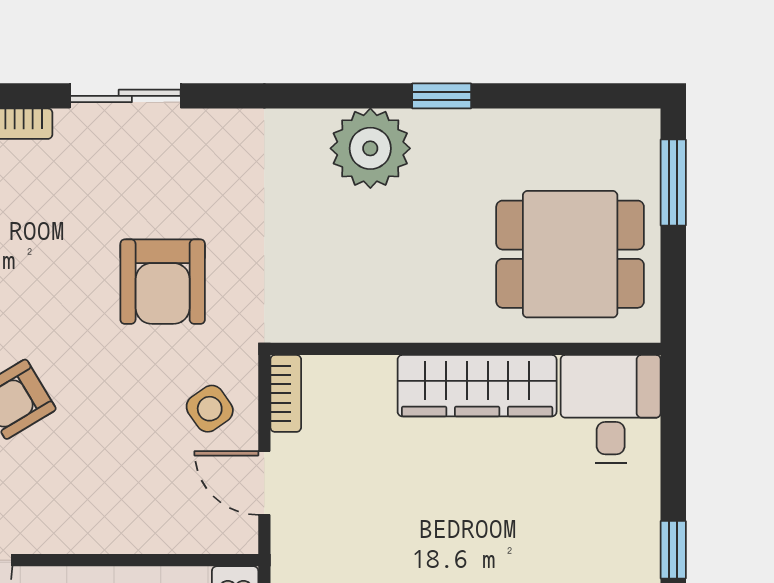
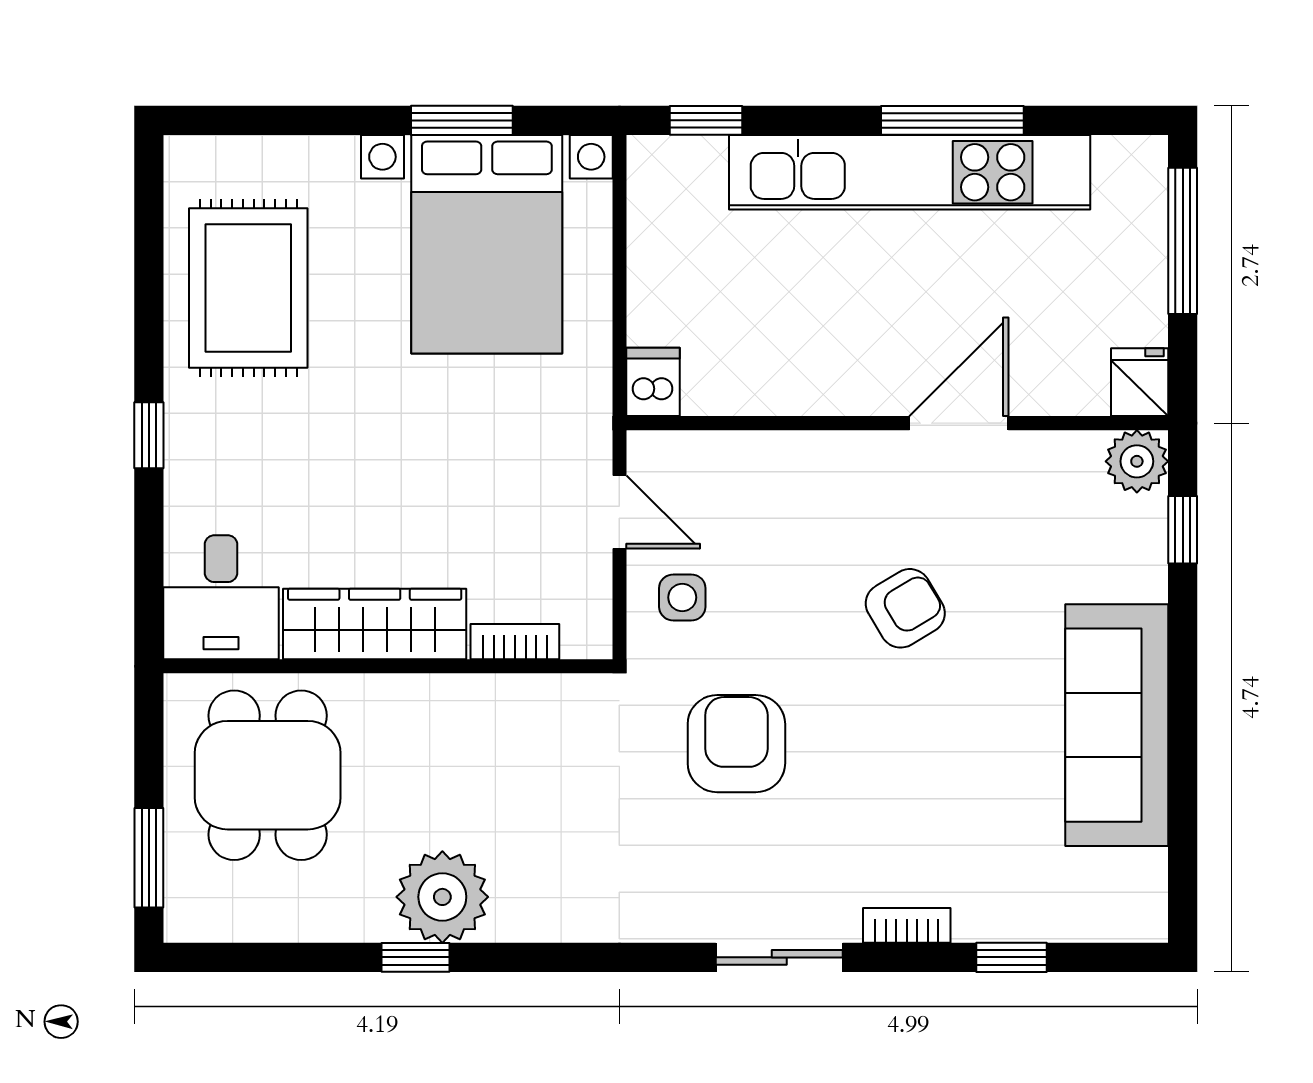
plant: (370, 148) -> (442, 897), moved
dining table: (570, 254) -> (268, 775), turned 90
bookcase: (286, 393) -> (515, 642), moved, turned 90
side table: (210, 409) -> (682, 597), turned 35

